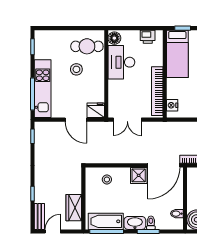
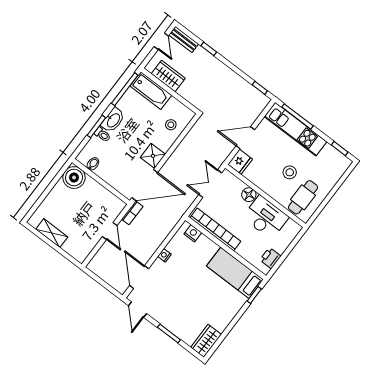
floor lamp: (114, 38) -> (249, 195), moved
door: (164, 165) -> (145, 185), swing flipped
bathtub: (106, 221) -> (151, 91), moved, turned 90

